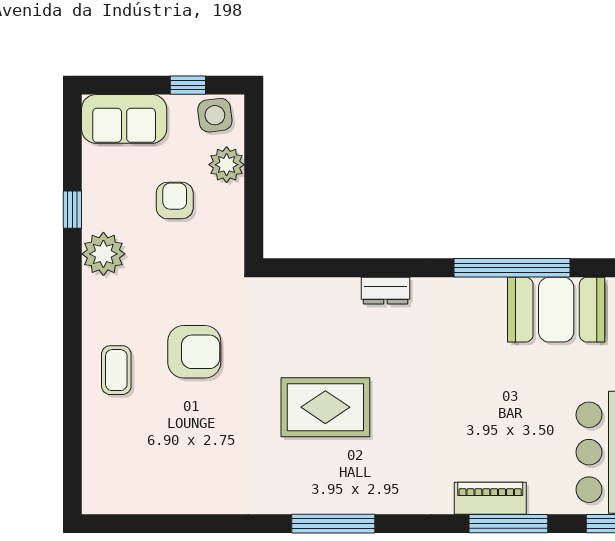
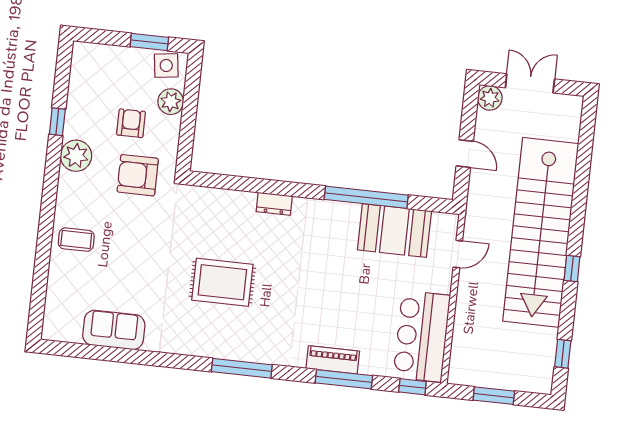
window: (188, 85) -> (149, 42), width x1.50
sofa: (124, 119) -> (114, 330), moved, turned 180
armchair: (194, 352) -> (138, 175), moved, turned 180
coffee table: (116, 370) -> (76, 240), turned 90
window: (333, 524) -> (242, 368), moved

